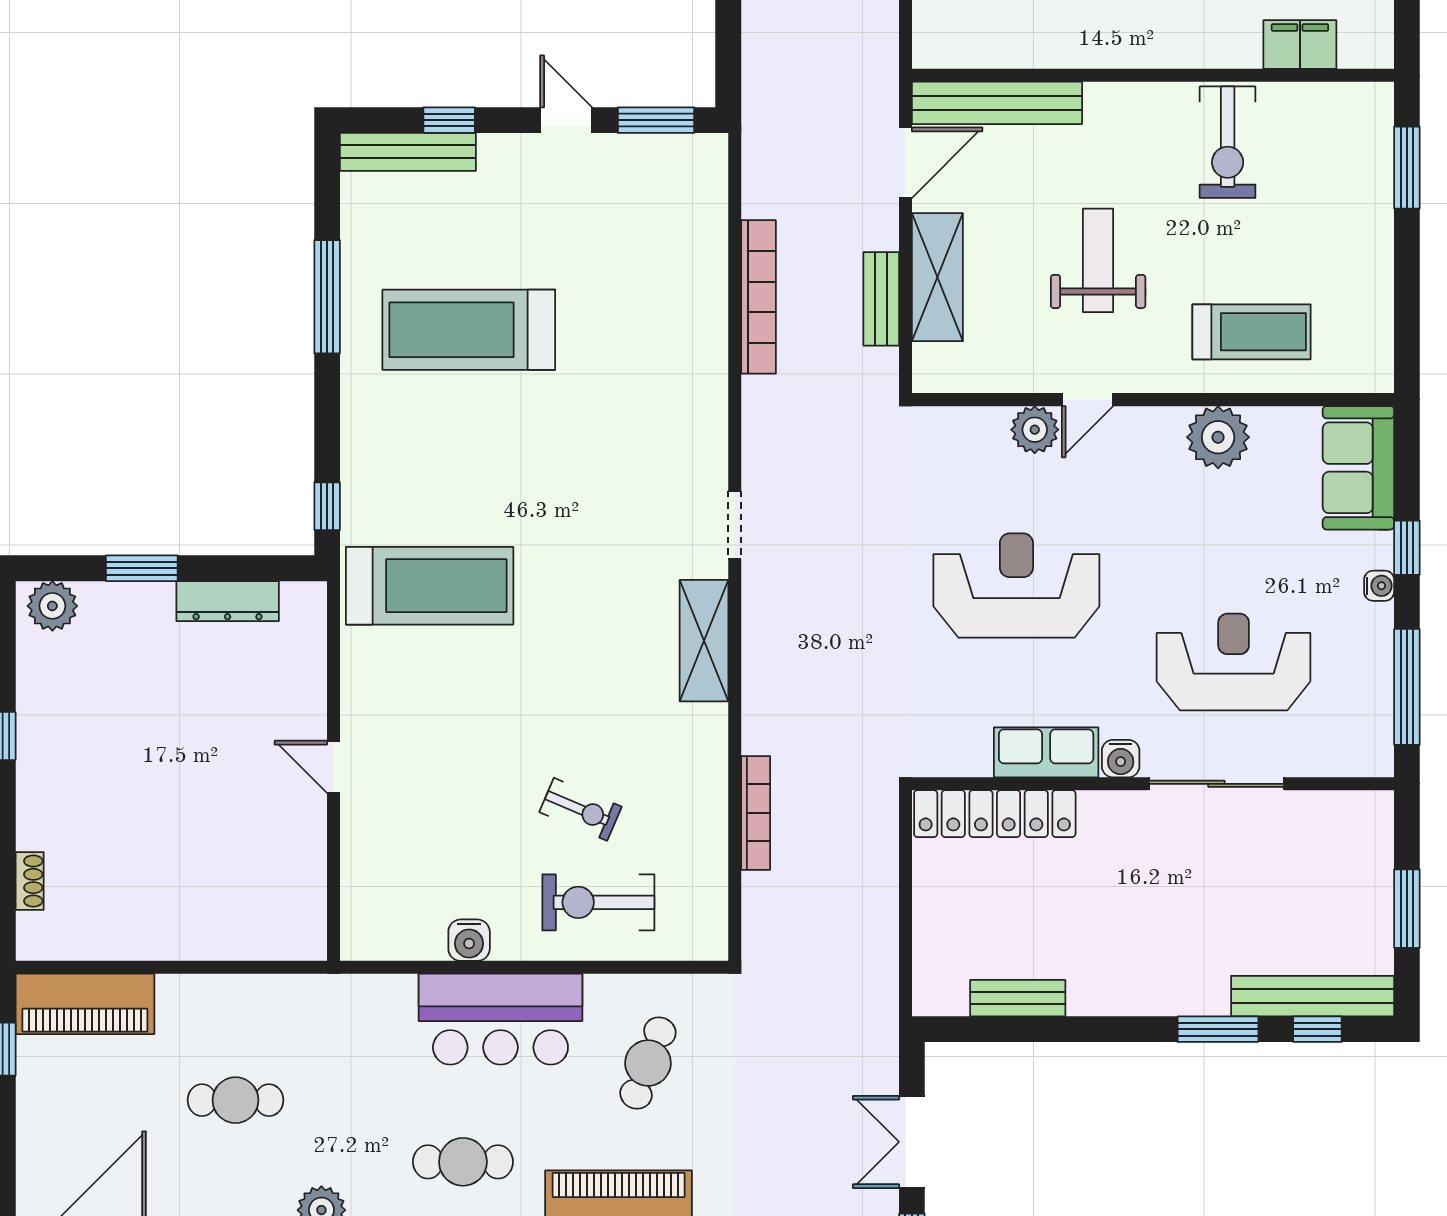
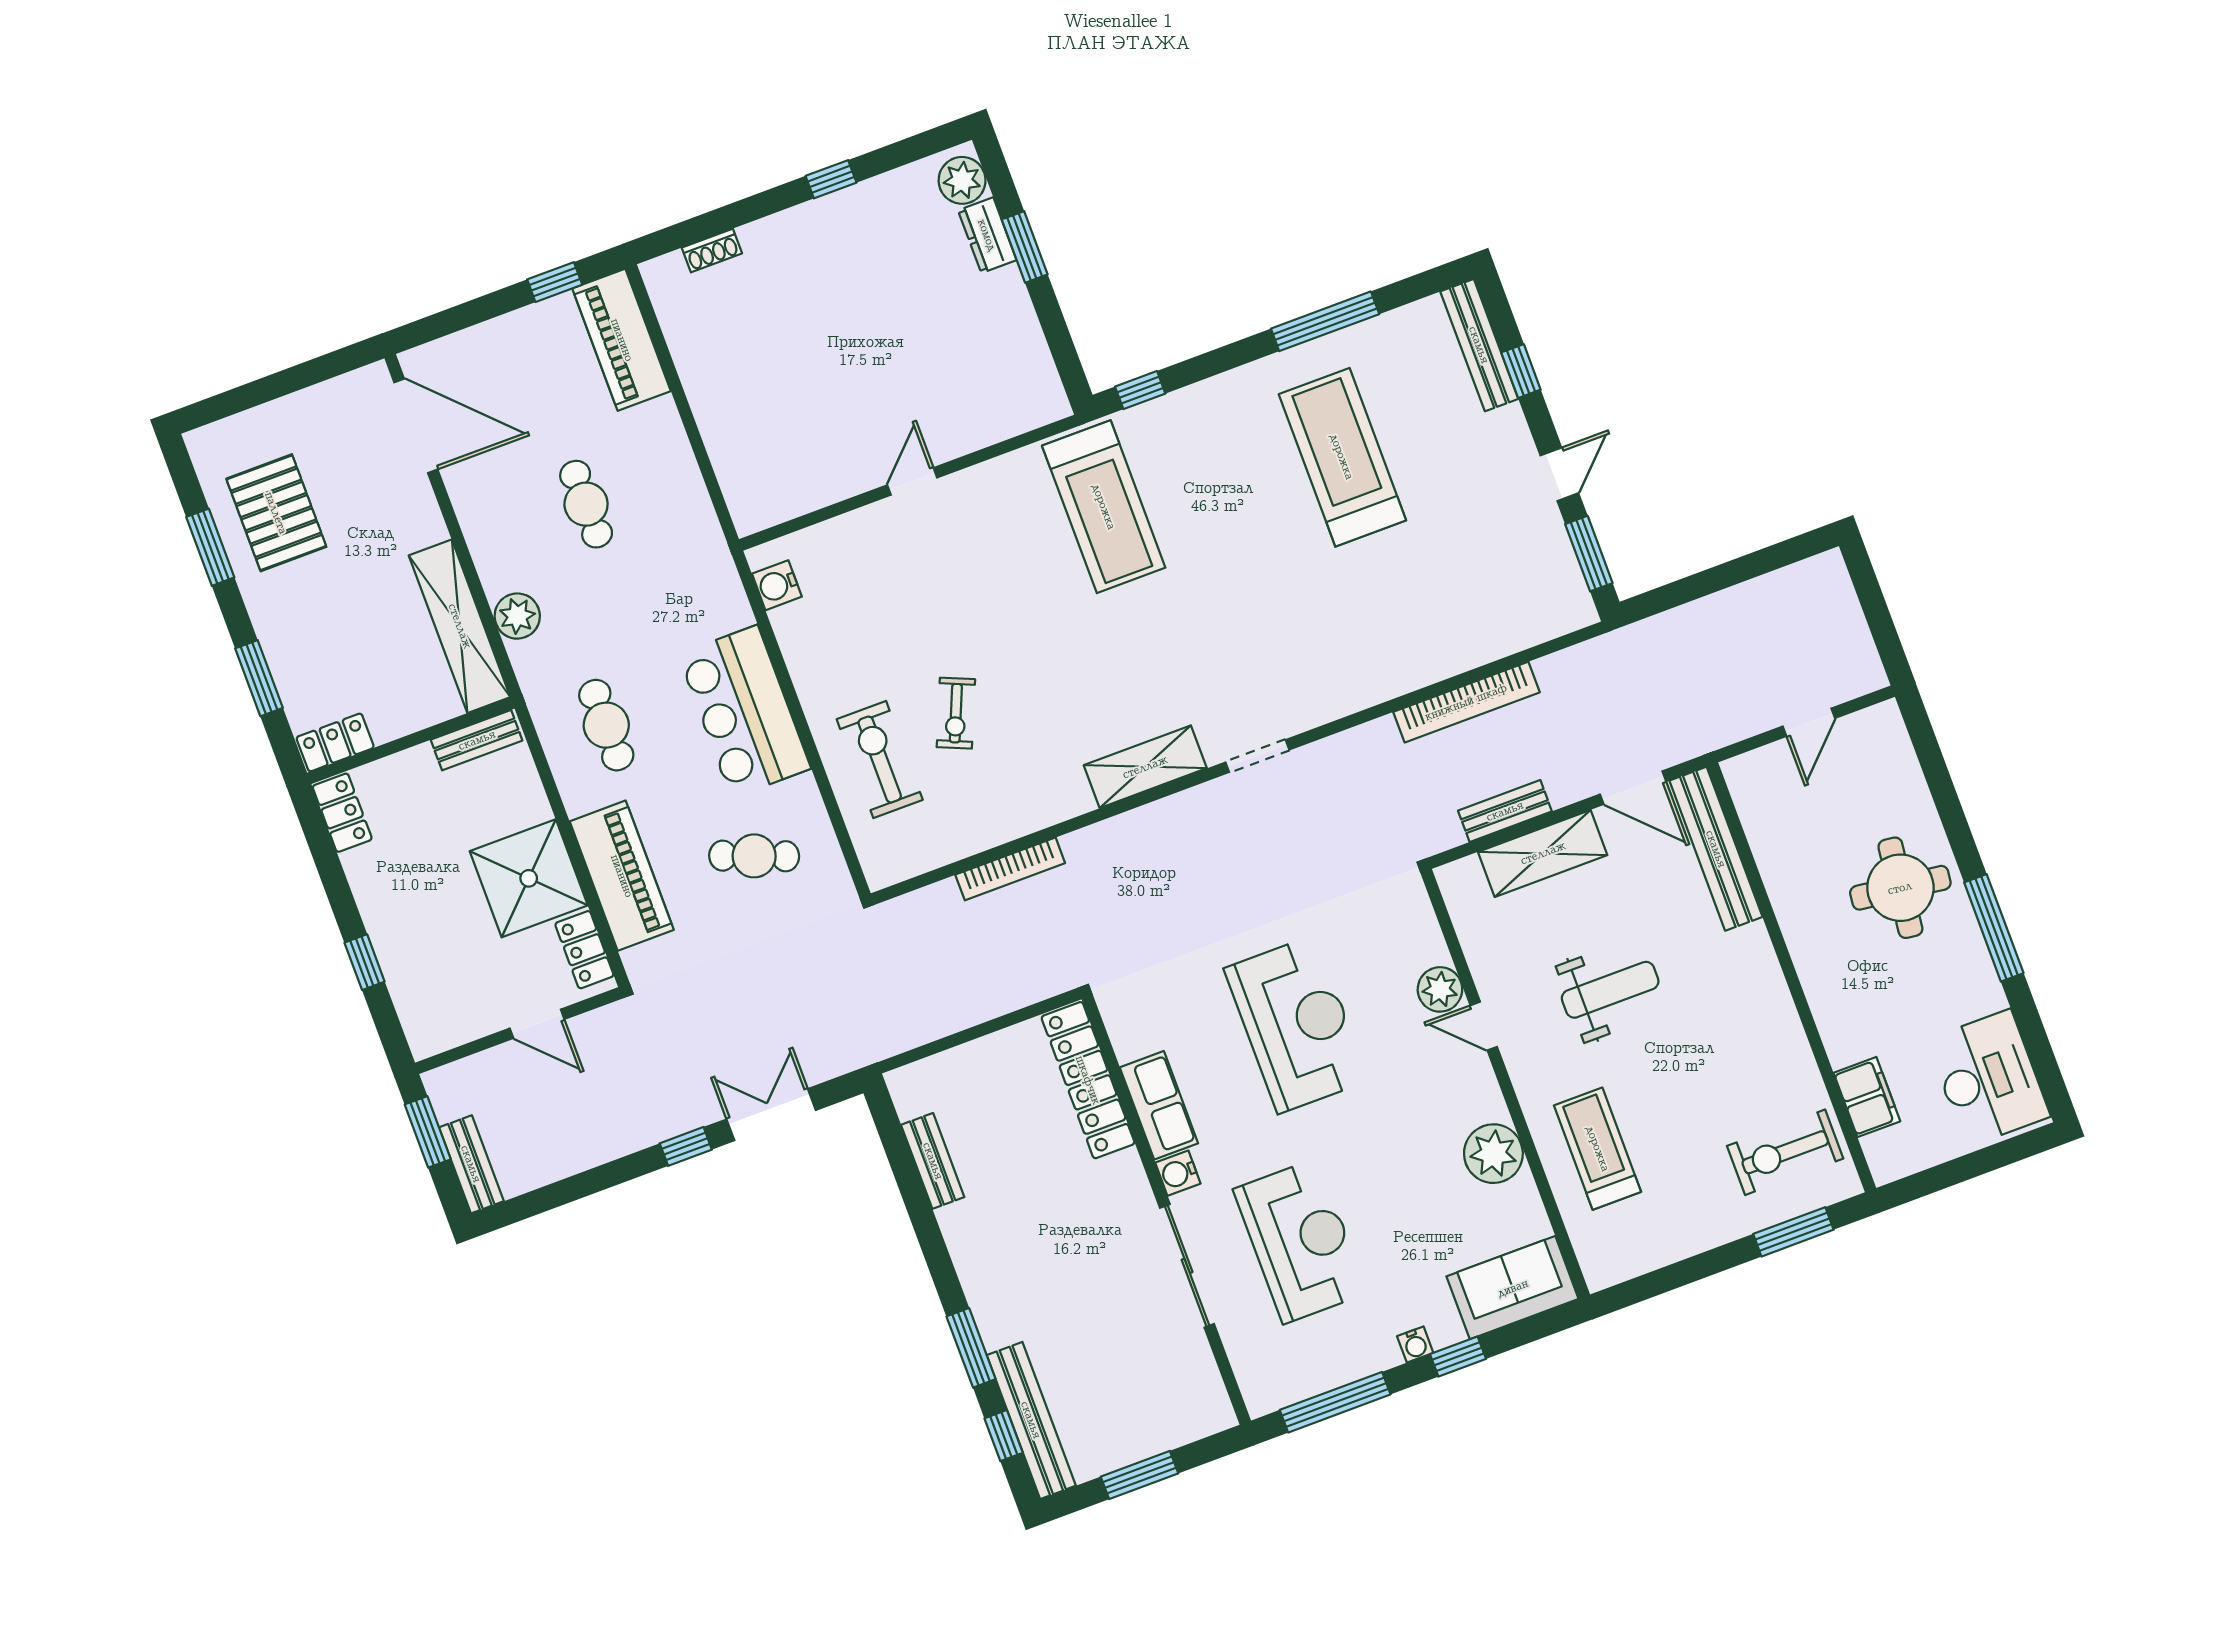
exercise bike: (1228, 142) -> (1785, 1152), moved
treadmill: (1252, 332) -> (1598, 1149), turned 180
dresser: (228, 601) -> (987, 235), moved, width x0.70
water cooler: (469, 940) -> (777, 585), moved

